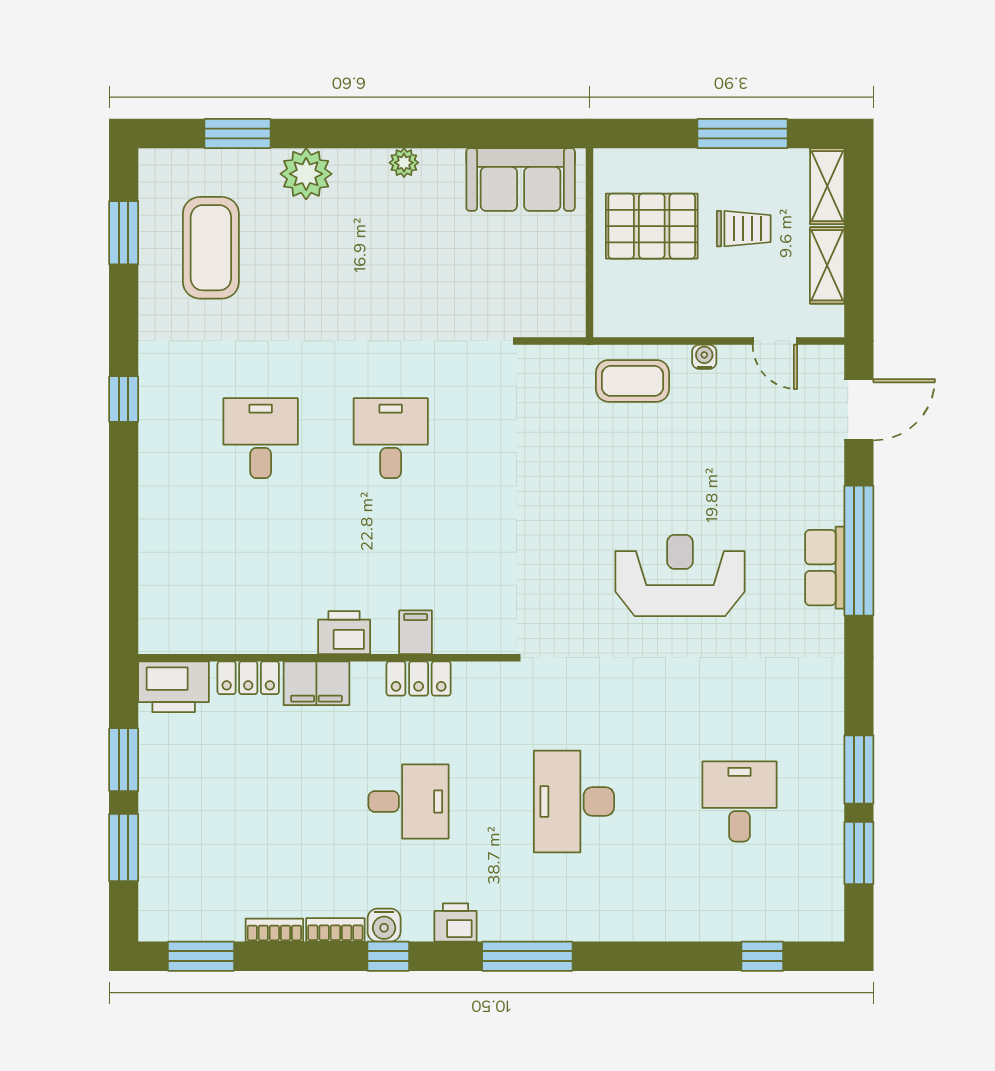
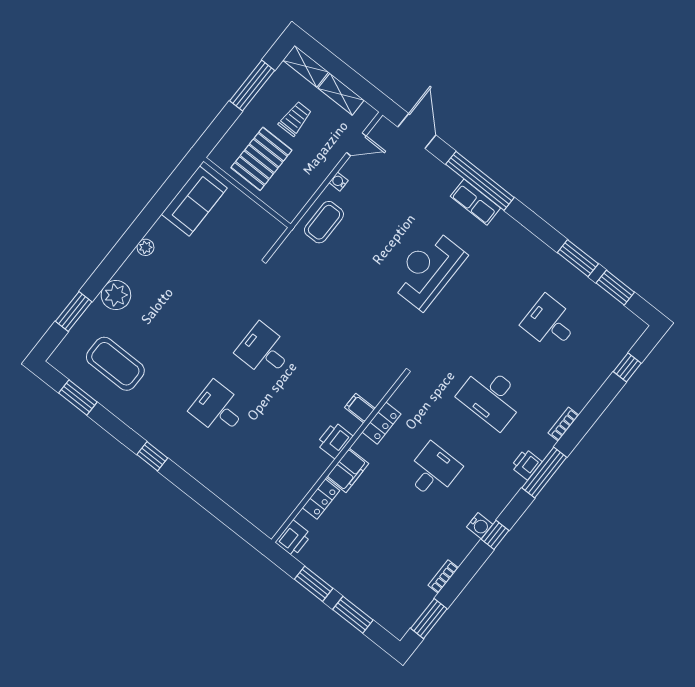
printer: (174, 687) -> (293, 538), width x0.73, depth x0.84
printer: (456, 922) -> (526, 464), moved
bookcase: (335, 930) -> (563, 424), moved

